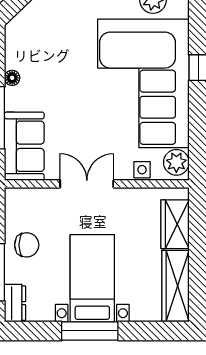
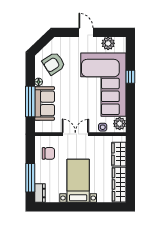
armchair: (43, 41) -> (54, 63), added
sofa: (24, 146) -> (45, 103), moved
chair: (27, 245) -> (48, 153), moved
window: (90, 331) -> (77, 207), removed

